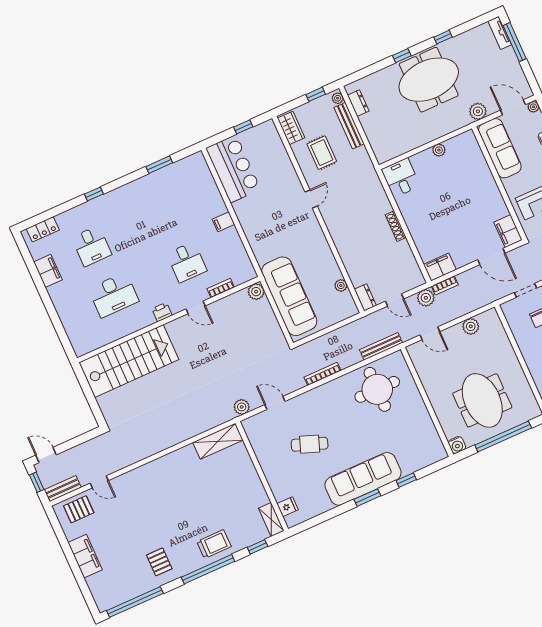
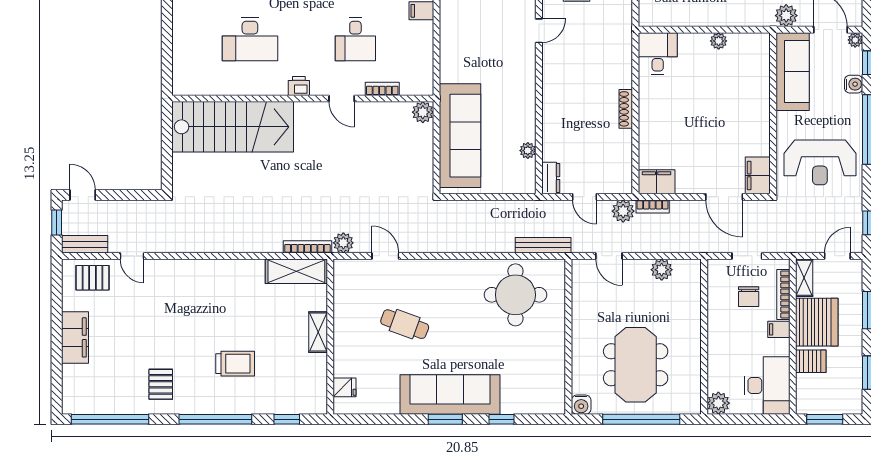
bookcase: (323, 374) -> (307, 247), moved
shelving: (271, 520) -> (318, 332), moved
trolley: (214, 544) -> (235, 364), moved

